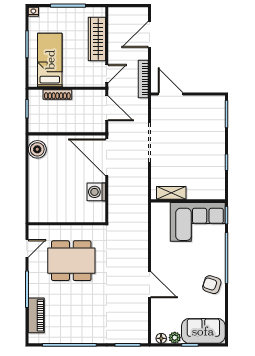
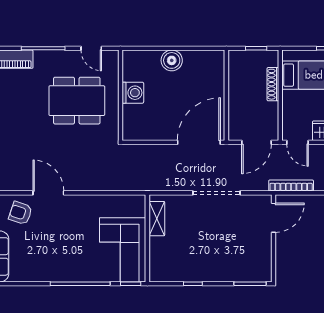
boiler: (37, 149) -> (172, 60), moved
washing machine: (96, 192) -> (133, 93), moved, turned 90
dining table: (71, 261) -> (77, 101), turned 90
door: (150, 285) -> (48, 193), swing flipped
armchair: (212, 285) -> (20, 213), moved, turned -90

